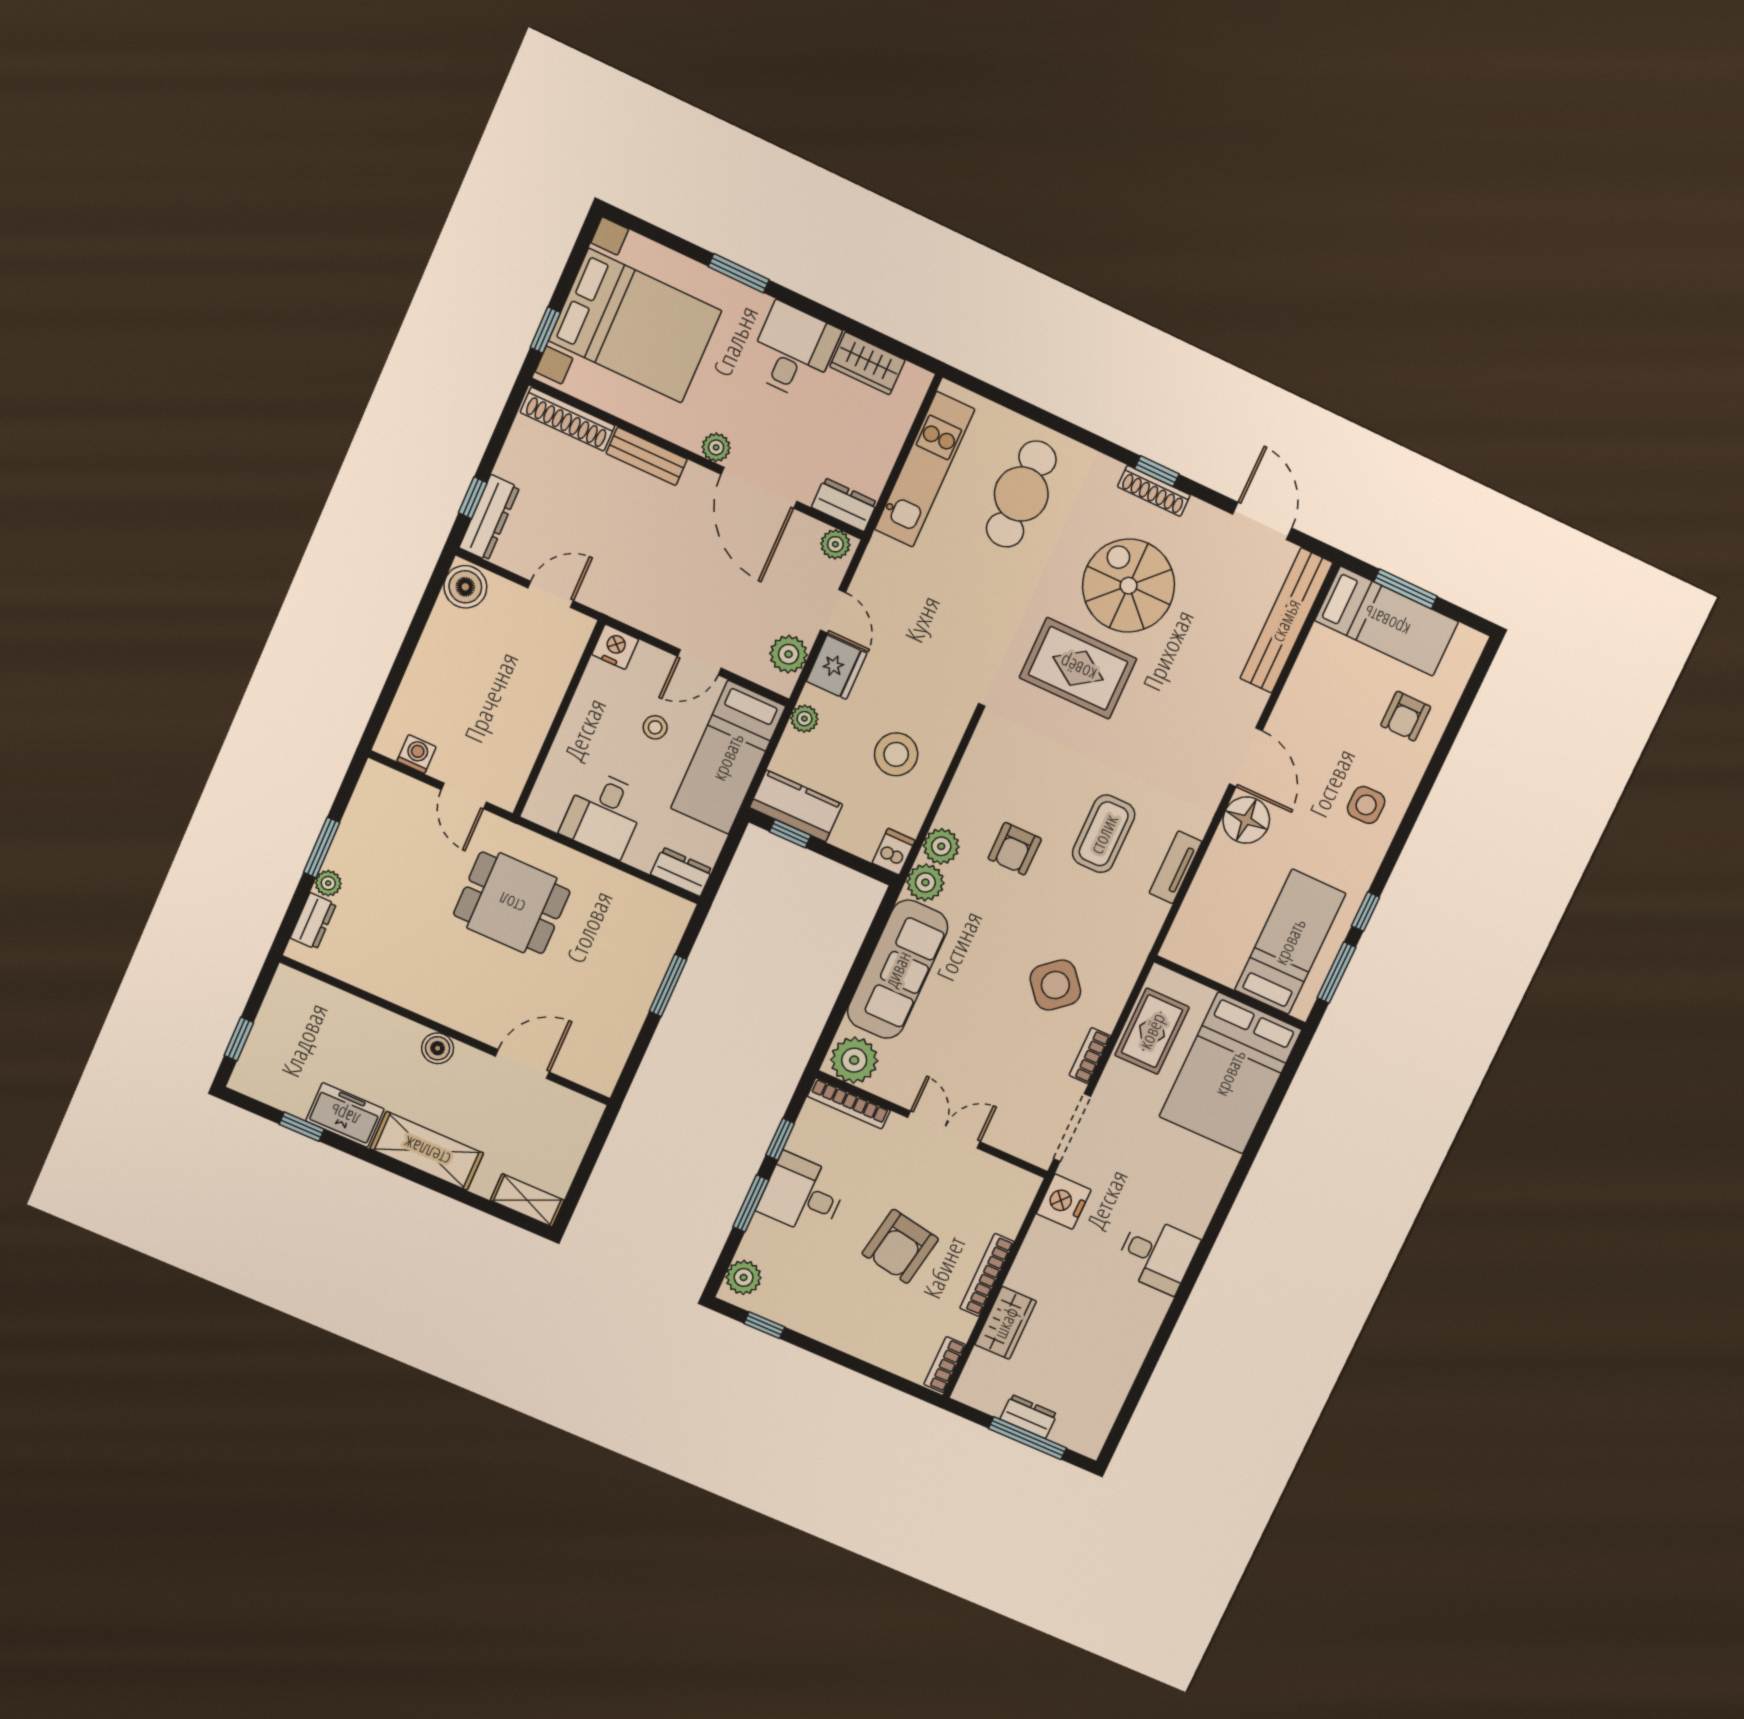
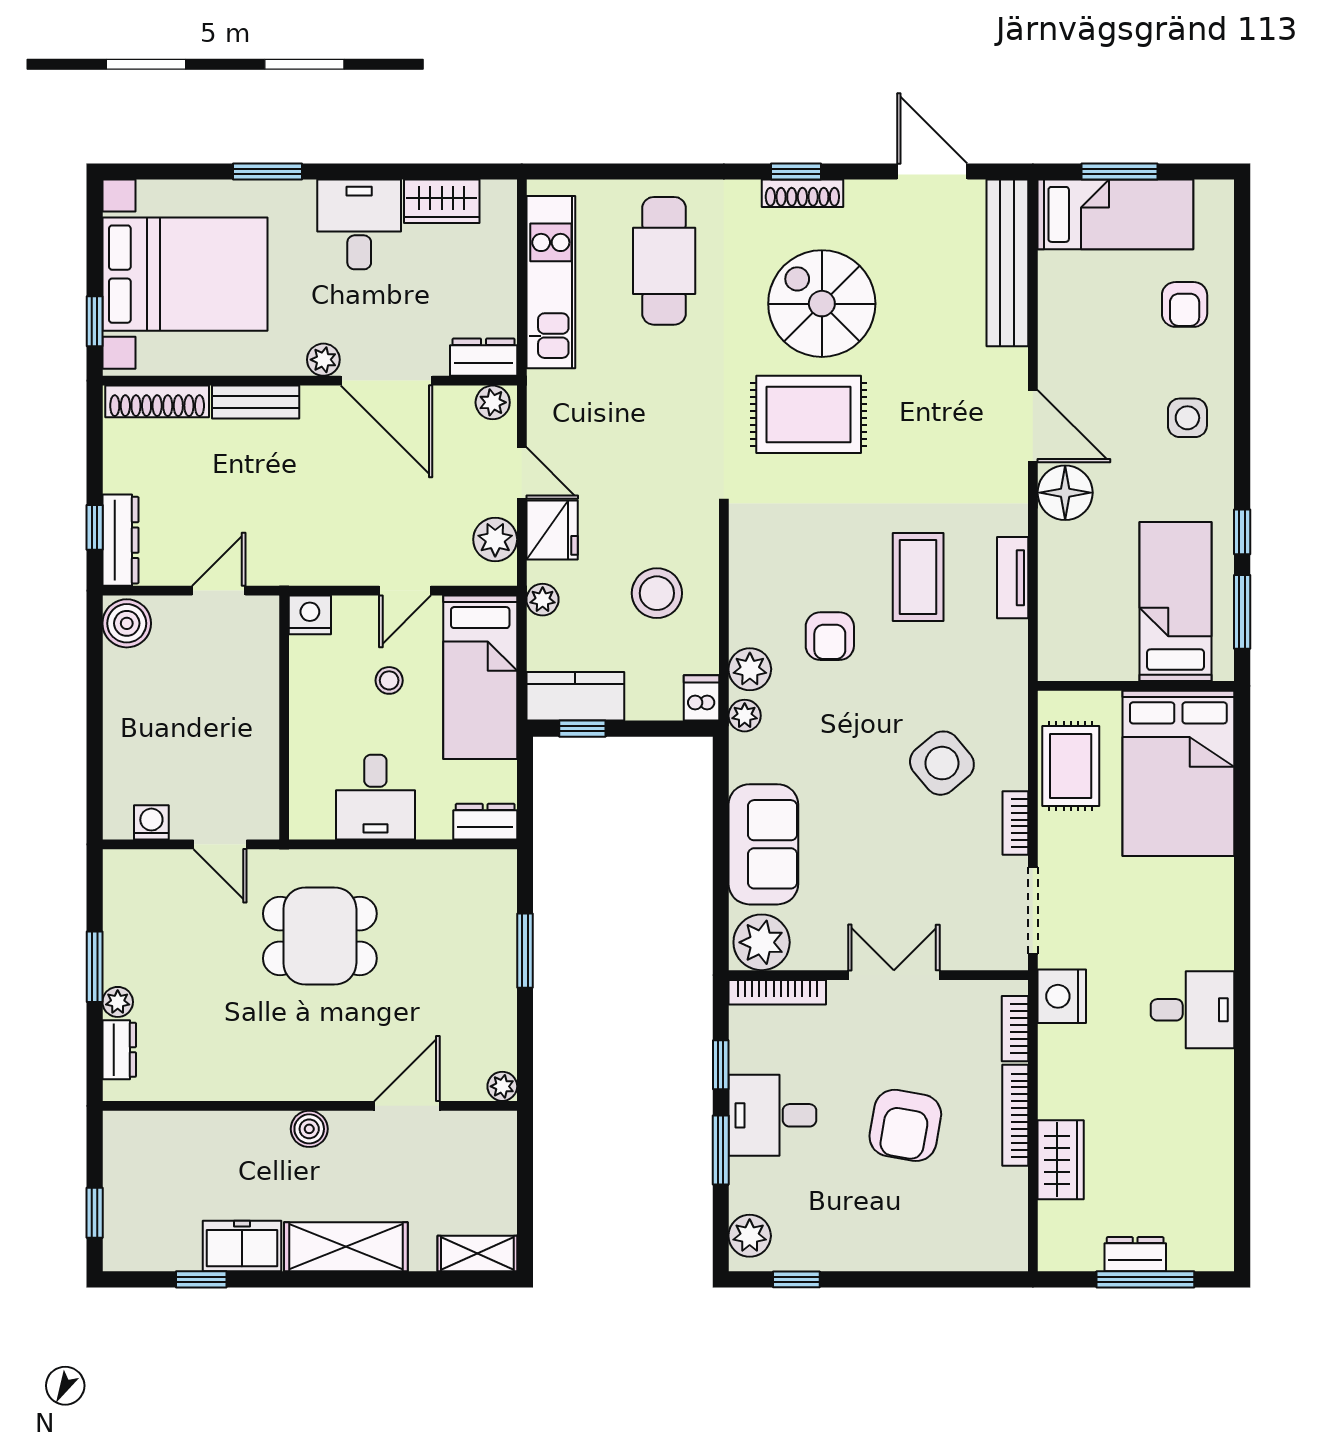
plant: (925, 882) -> (745, 716), width x0.73, depth x0.73
sofa: (898, 969) -> (763, 844), width x0.73
plant: (604, 1082) -> (502, 1086), added
bookcase: (945, 1365) -> (1015, 1029), moved

